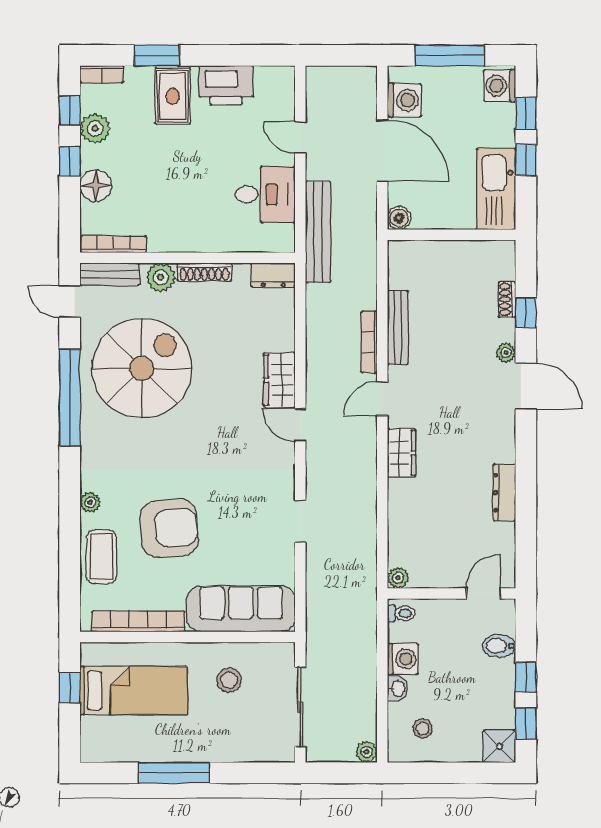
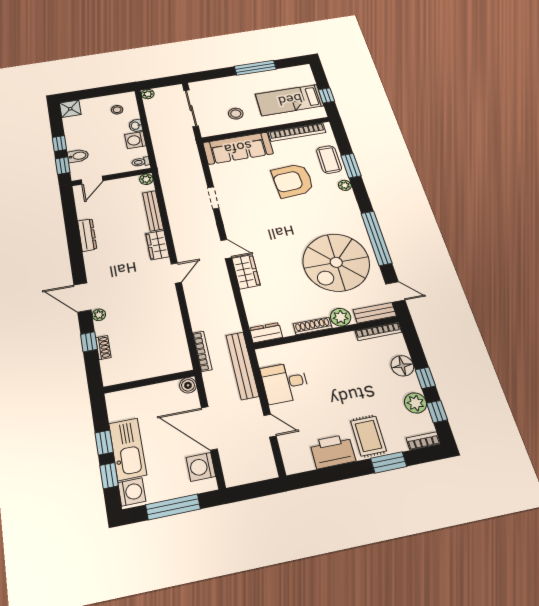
kitchen sink: (496, 189) -> (128, 449), moved
bench: (398, 328) -> (153, 211), moved
bookcase: (369, 342) -> (202, 351), moved
window: (70, 538) -> (351, 166), added
window: (526, 724) -> (63, 166), moved

